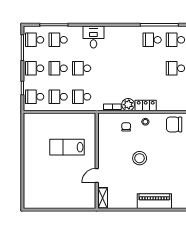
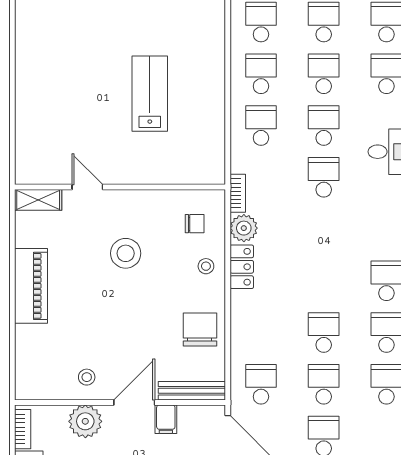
school desk: (105, 68) -> (324, 177), added
wall: (97, 161) -> (120, 187), moved
door: (97, 176) -> (87, 187), moved
shelving: (103, 198) -> (38, 200), moved

